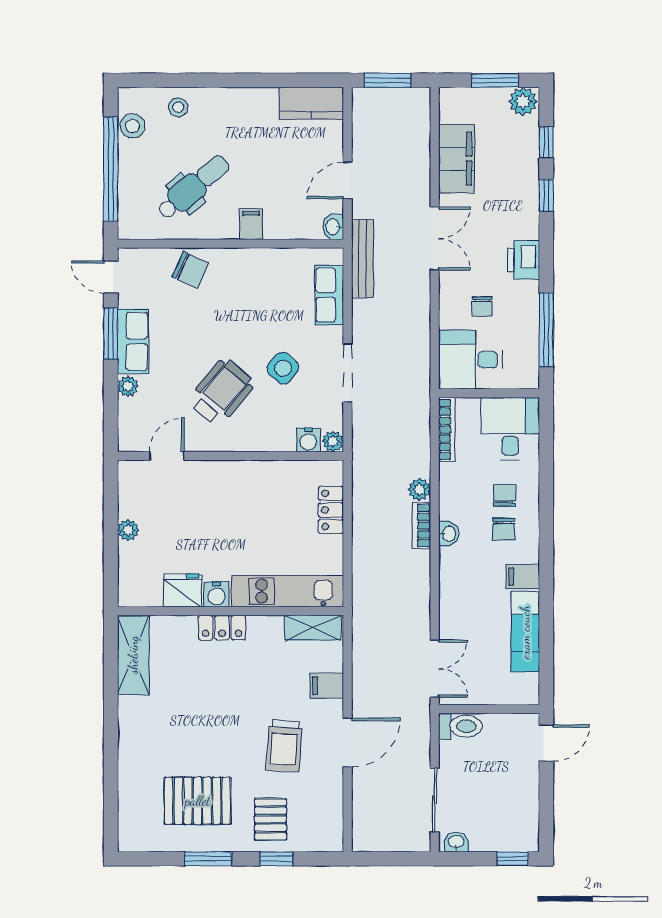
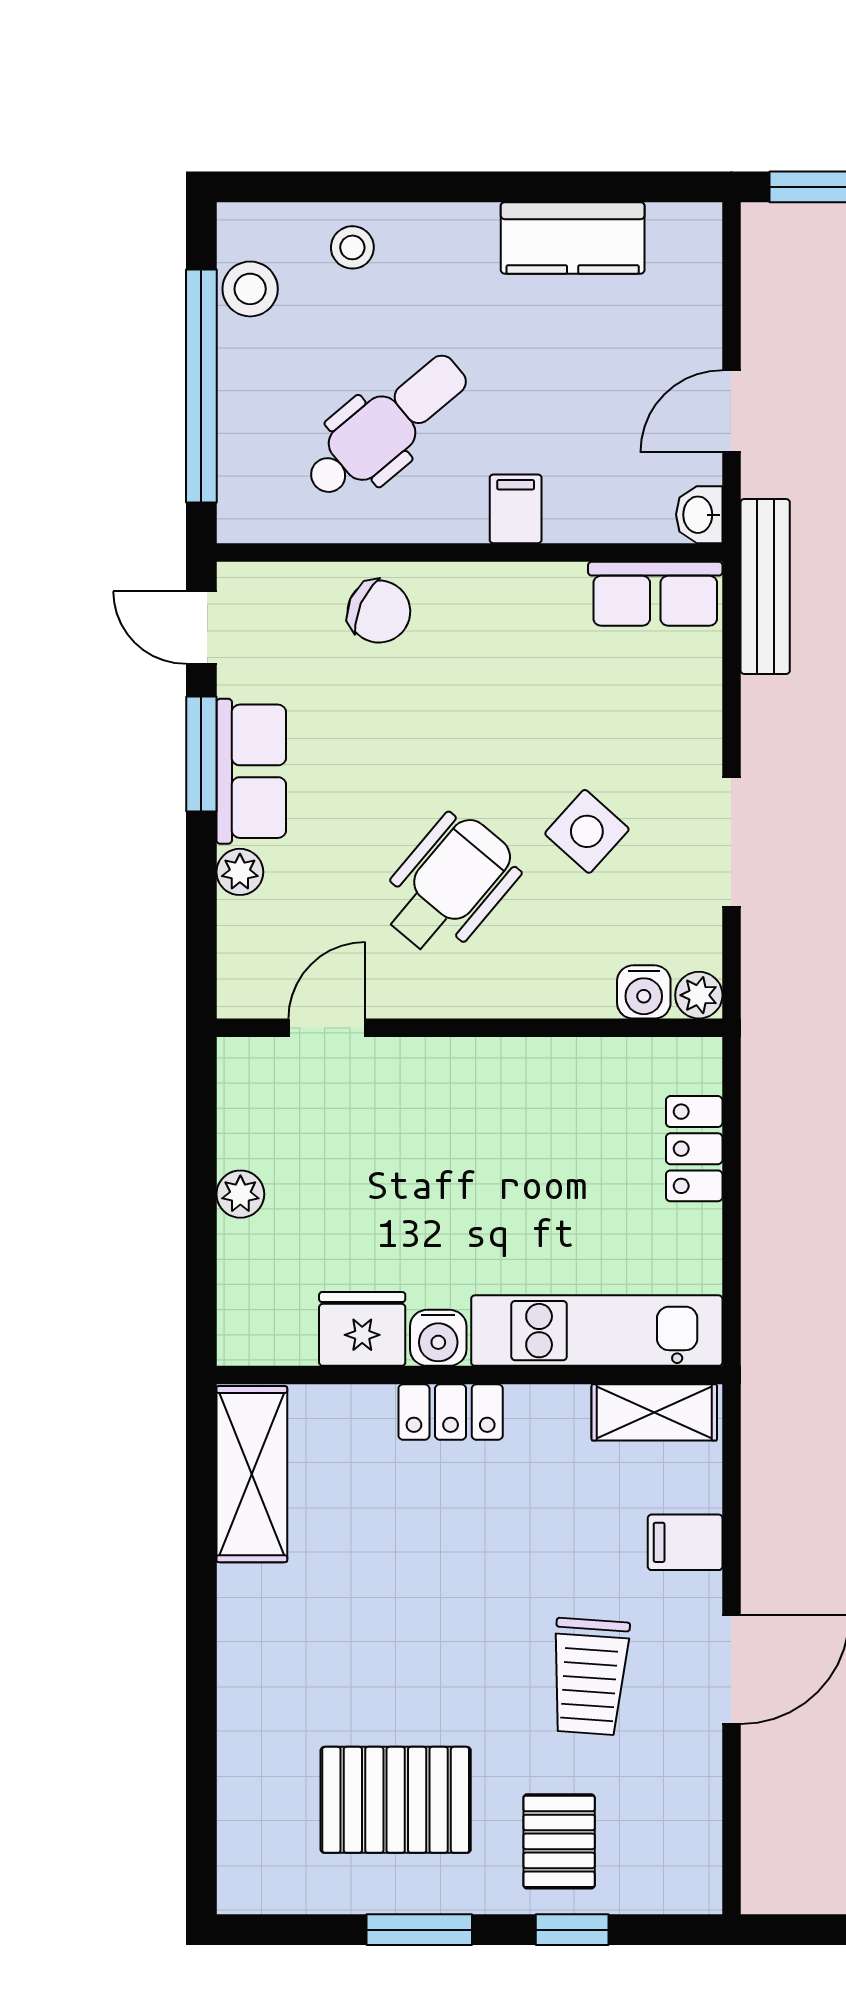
kitchen counter: (311, 103) -> (573, 238), moved
row of seats: (329, 295) -> (655, 594), moved, turned -90

